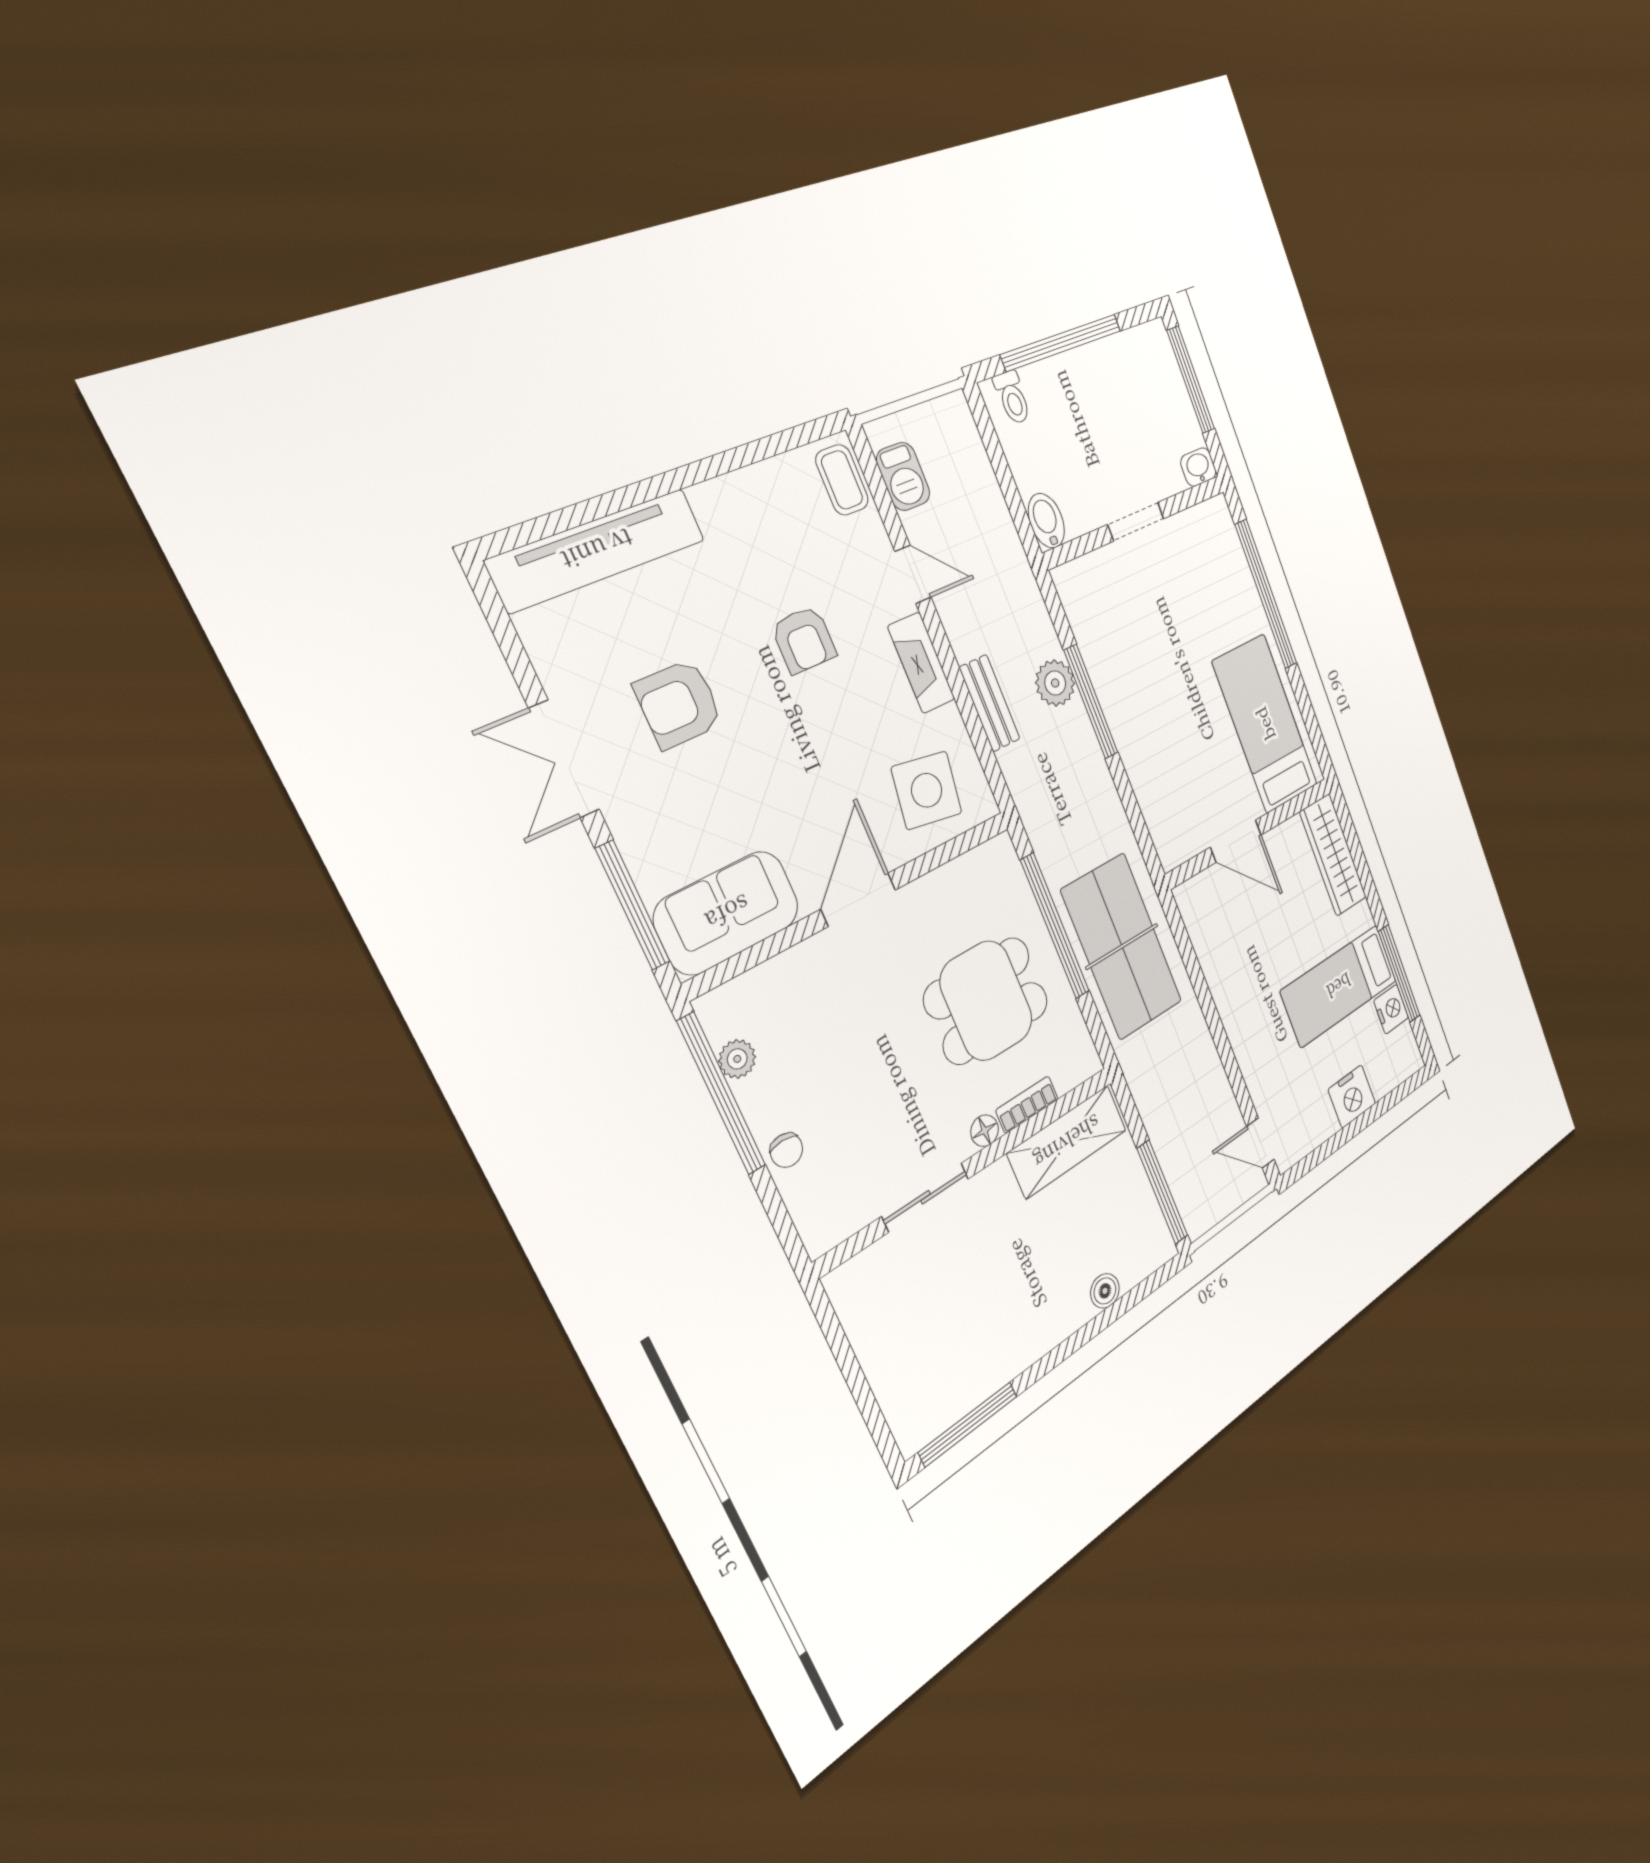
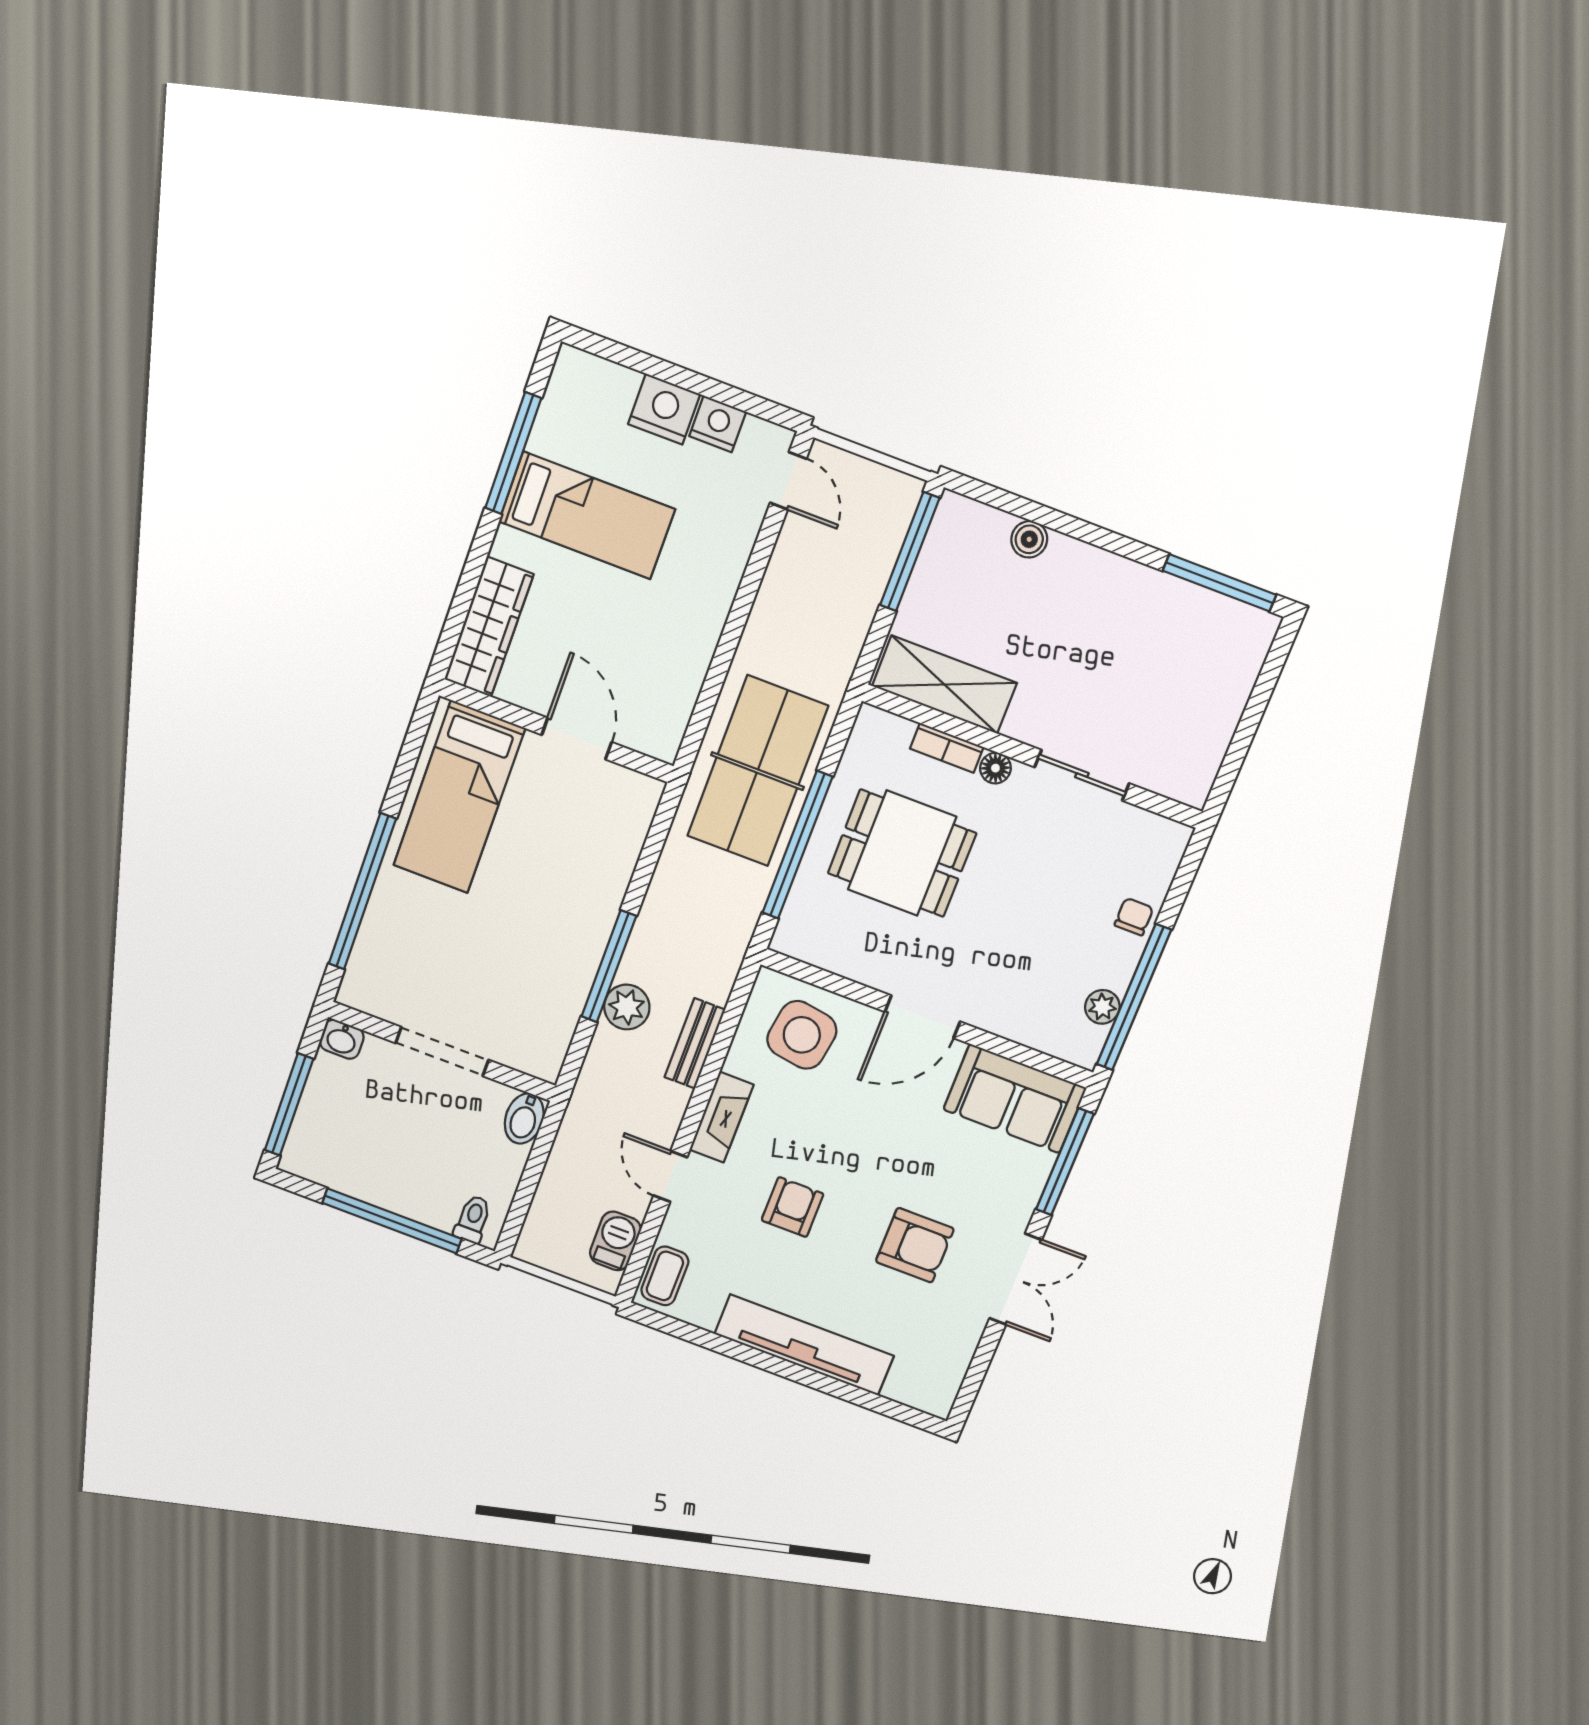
doorway: (1136, 522) -> (442, 1051), width x1.38
tv unit: (597, 550) -> (804, 1345), moved
nightstand: (1391, 1009) -> (718, 424), moved, turned 90

